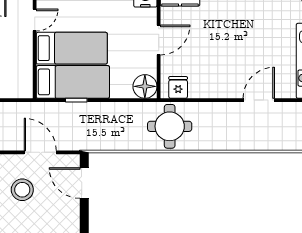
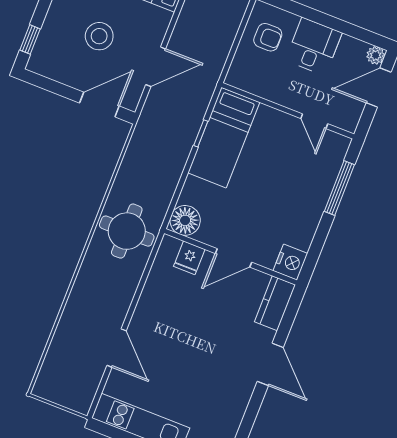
door: (159, 40) -> (234, 258), hinge flipped
bed: (72, 48) -> (264, 152), removed
fridge: (178, 87) -> (189, 258), moved, turned 90
stool: (22, 190) -> (99, 36), moved

